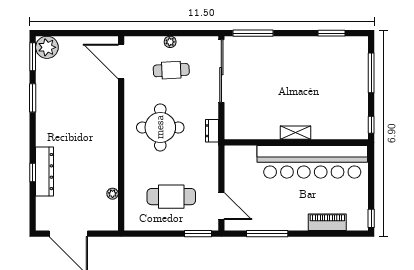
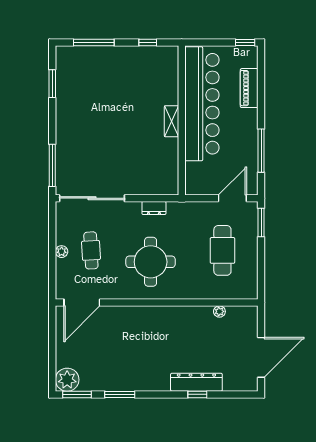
shelving: (295, 133) -> (171, 121), moved
wall: (296, 142) -> (182, 120), moved
bar counter: (312, 162) -> (202, 104), moved

